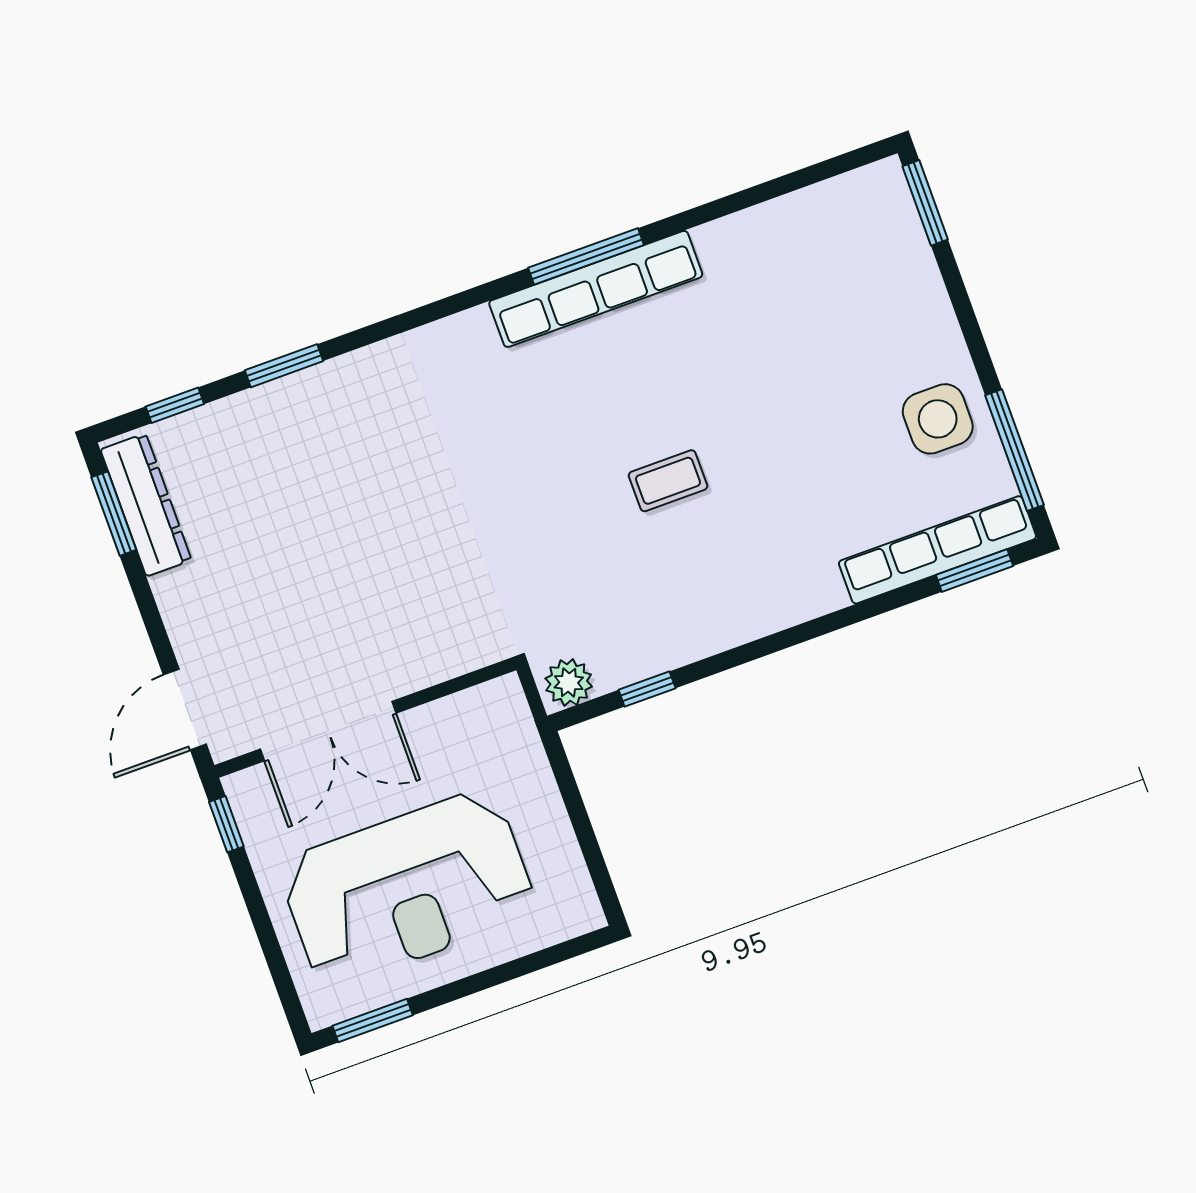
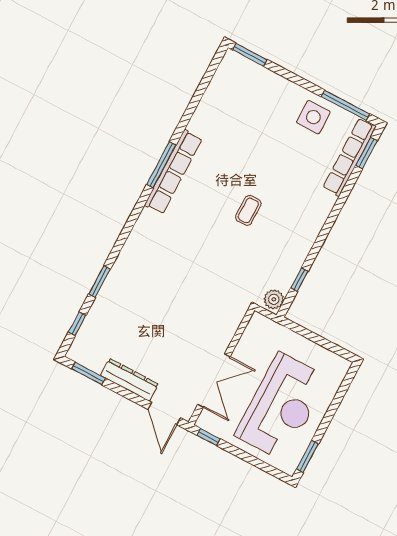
dresser: (146, 505) -> (130, 380), moved

